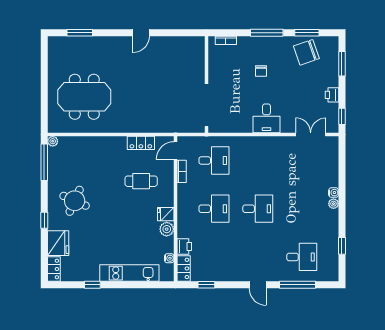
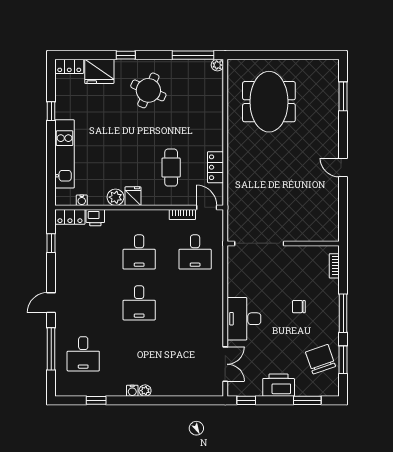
printer: (332, 95) -> (279, 385), width x1.87, depth x1.48
desk: (266, 118) -> (244, 319), width x1.37
water cooler: (334, 193) -> (132, 391), moved

